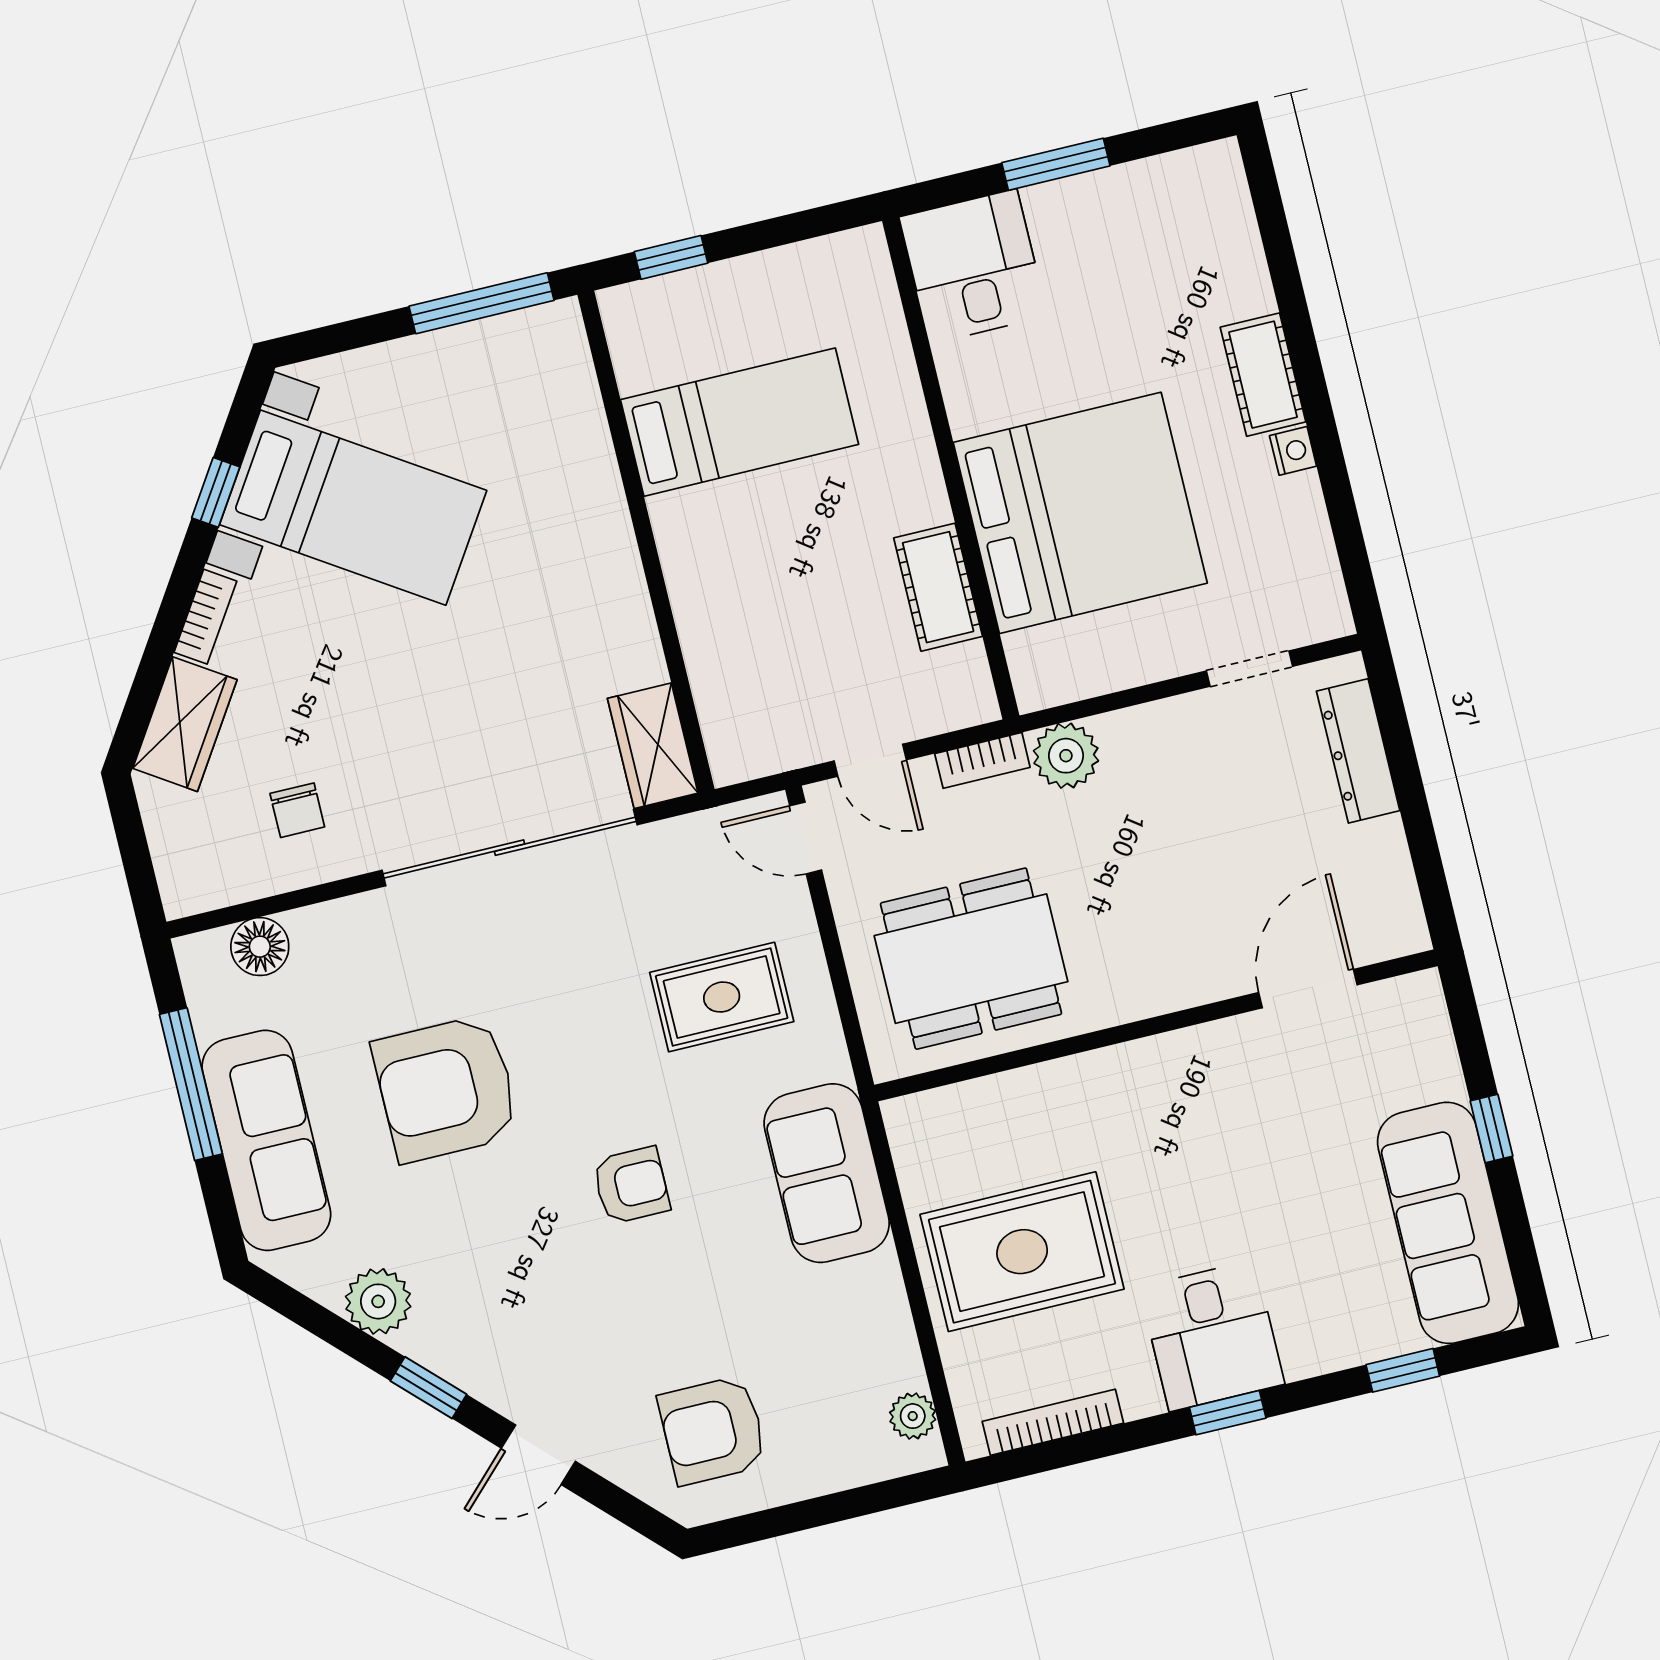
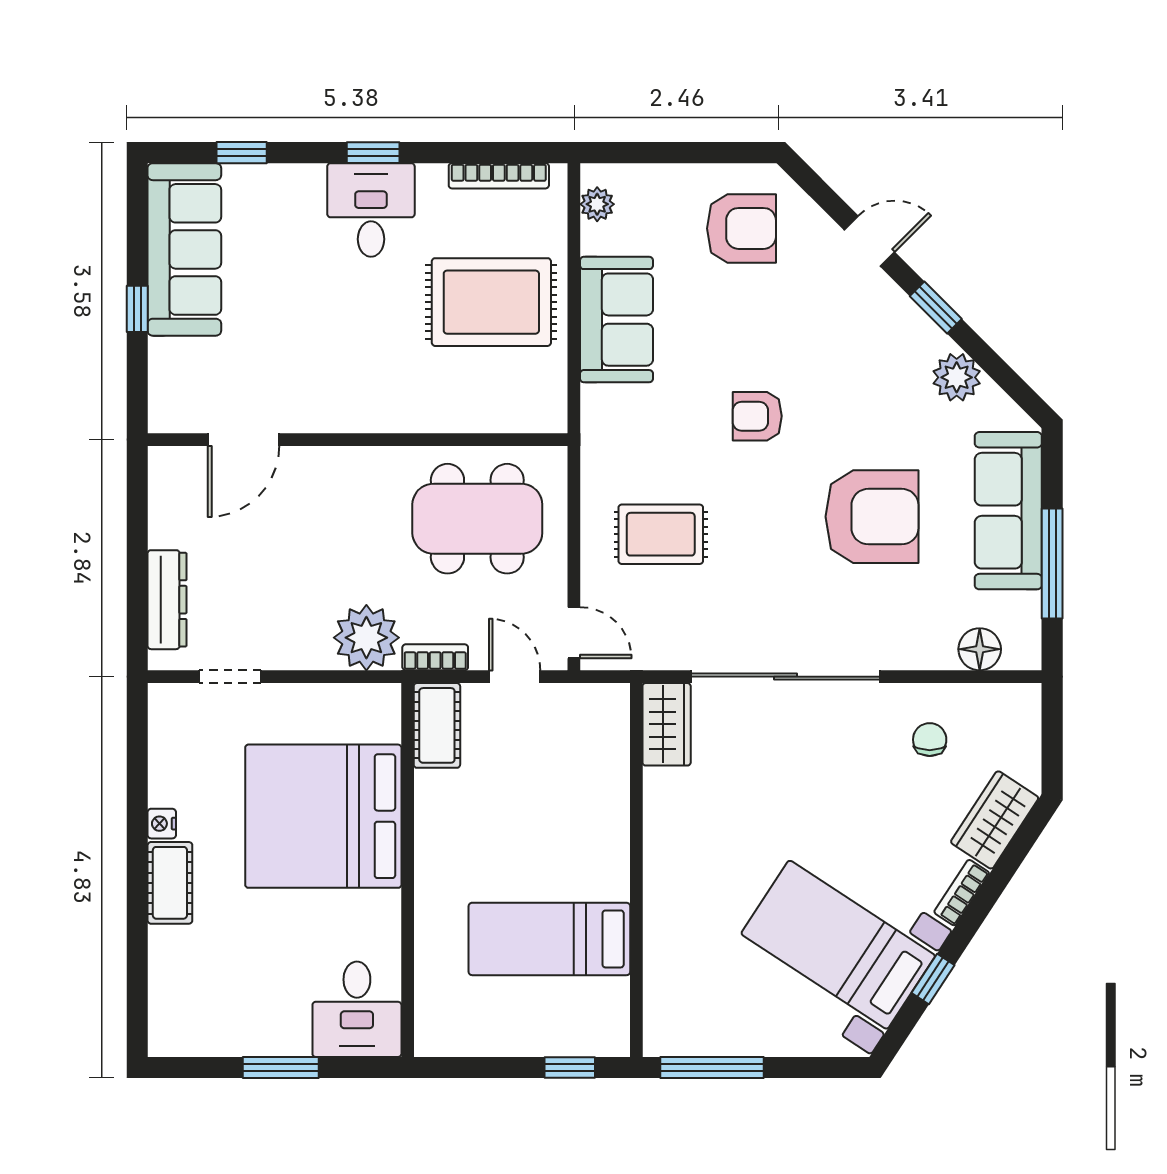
cot: (938, 587) -> (437, 725), moved
plant: (1066, 756) -> (366, 638), width x1.36, depth x1.36
sofa: (827, 1173) -> (616, 320), moved

